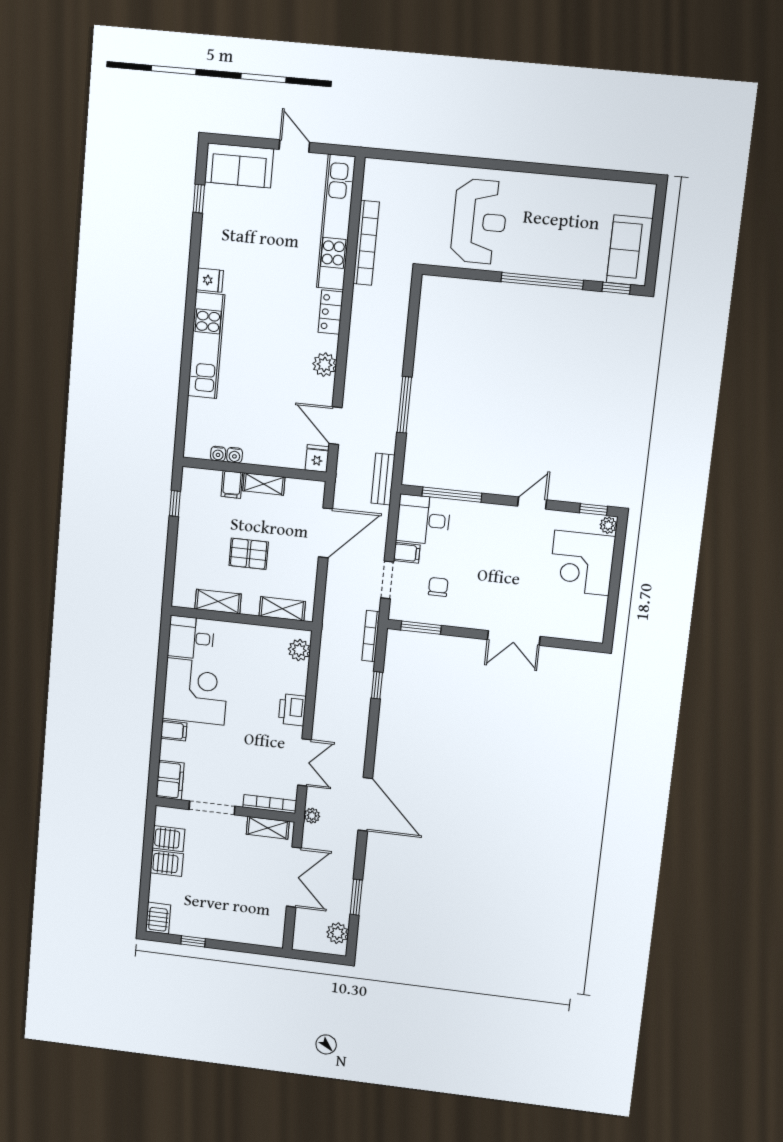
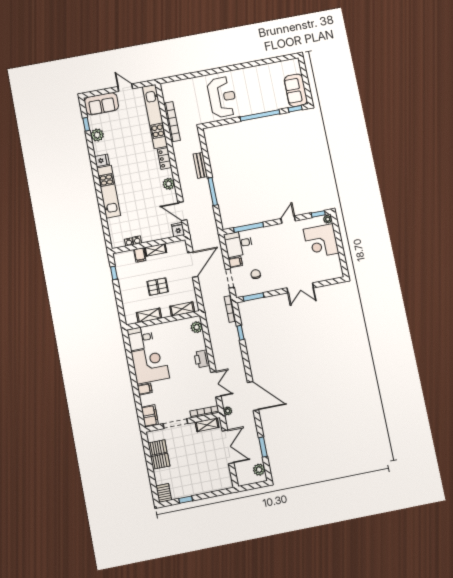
plant: (214, 227) -> (97, 135), added
bench: (383, 479) -> (200, 165), moved

